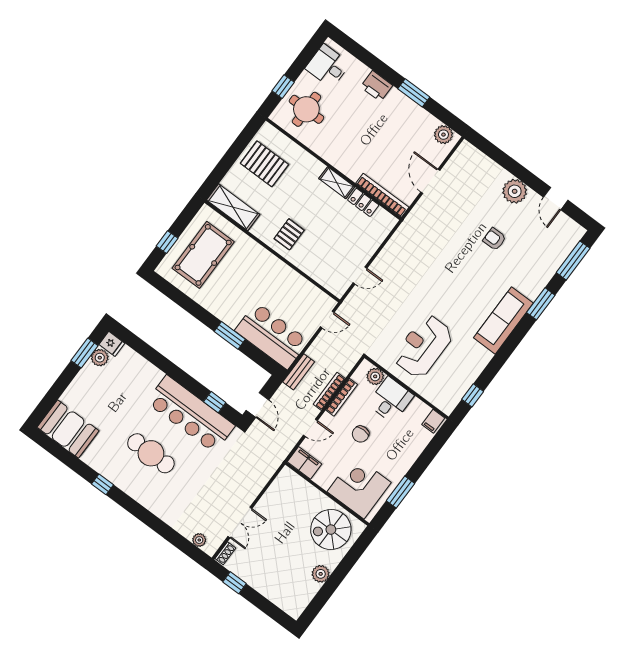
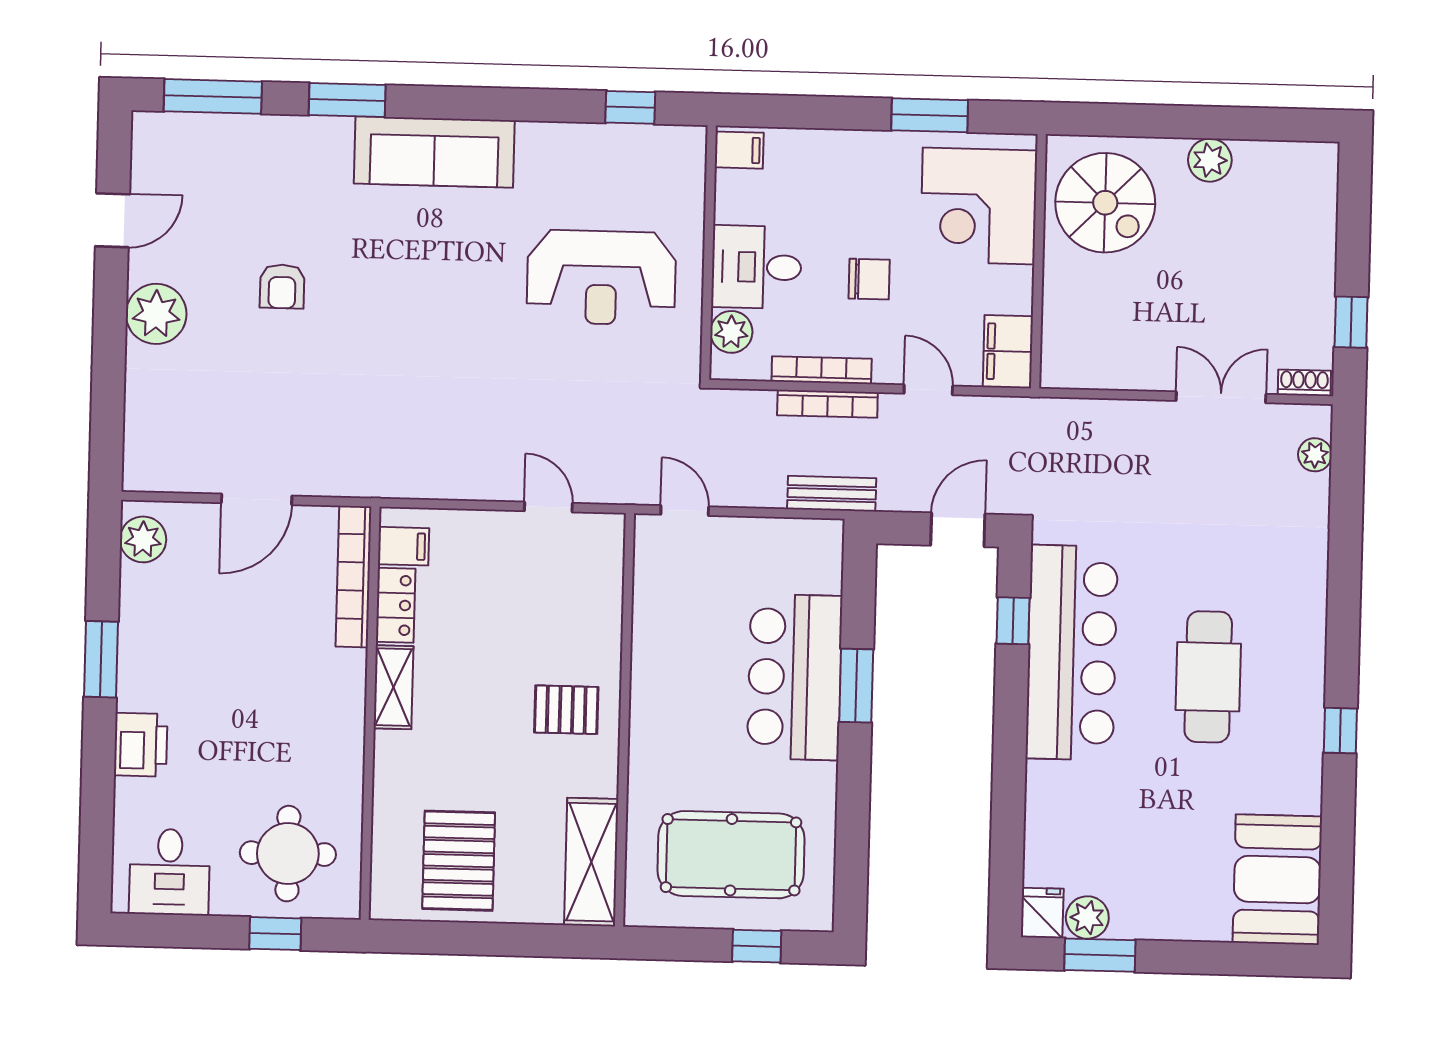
filing cabinet: (381, 219) -> (404, 546), added
bar counter: (272, 336) -> (795, 677), moved

